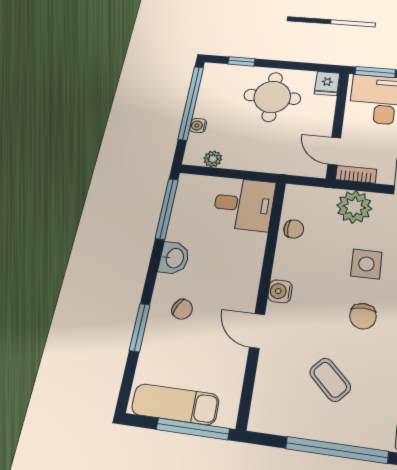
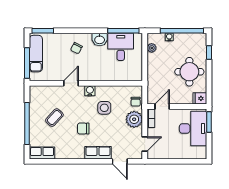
desk: (244, 204) -> (121, 47), moved, turned 180
chair: (294, 229) -> (136, 102), moved
side table: (366, 264) -> (104, 108), moved
window: (140, 327) -> (43, 31), moved

